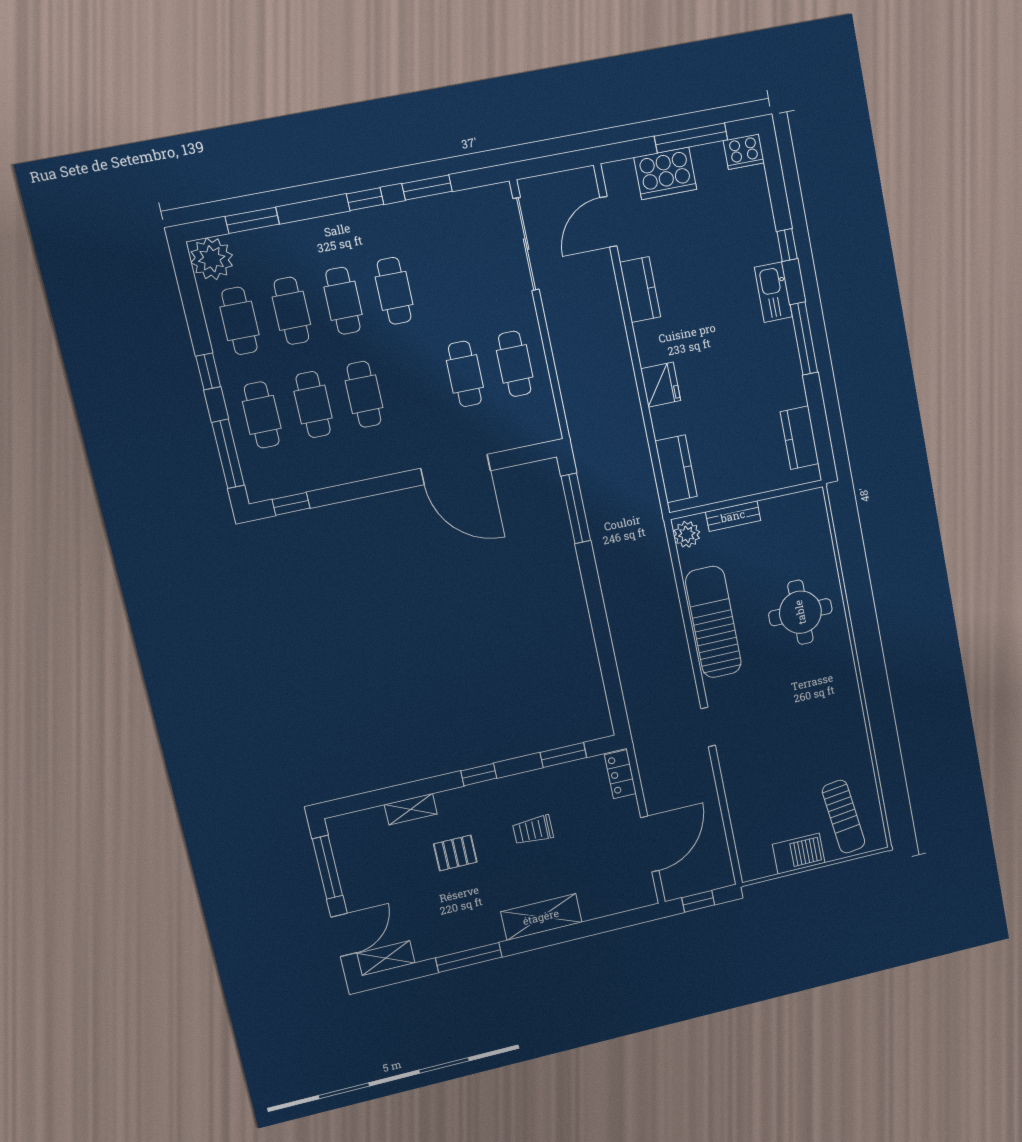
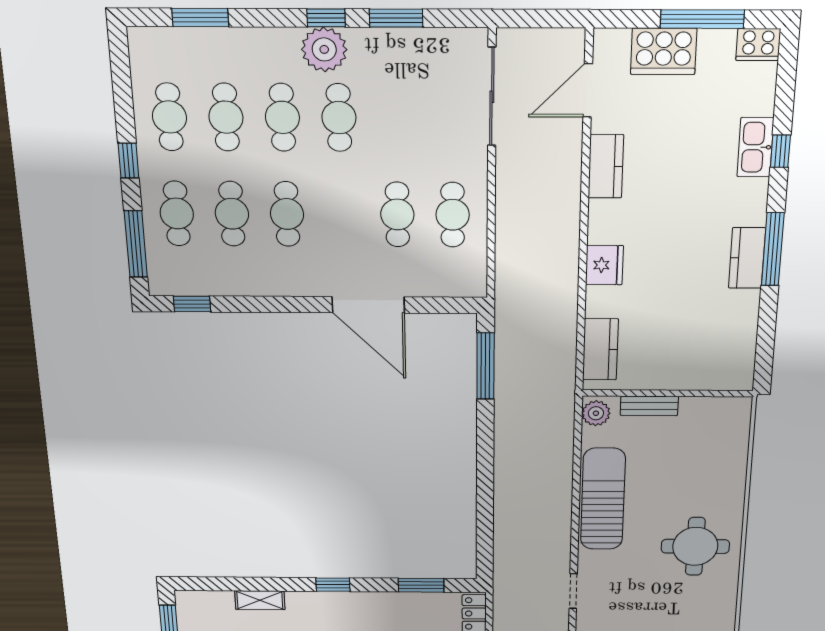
plant: (212, 259) -> (324, 49), moved
kitchen sink: (773, 292) -> (755, 147), moved
kitchen counter: (800, 438) -> (747, 258), moved
round table: (800, 612) -> (695, 546), moved

